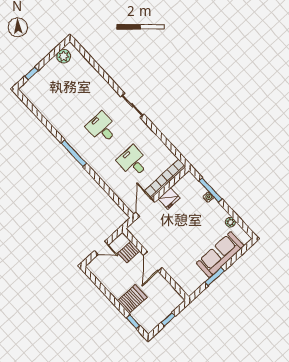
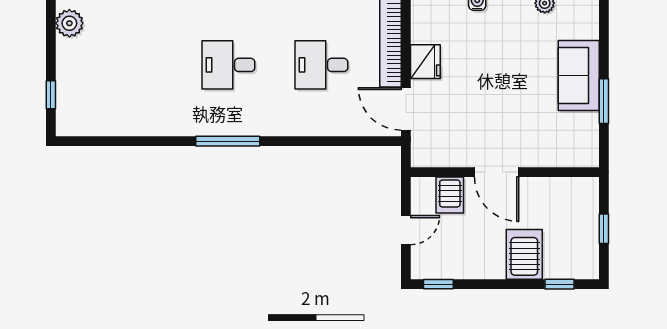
sofa: (220, 255) -> (579, 75), width x0.73
window: (93, 278) -> (438, 284), added

